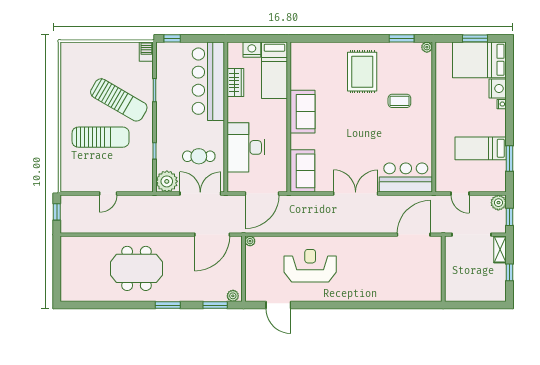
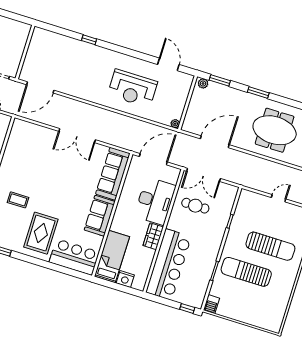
wardrobe: (235, 83) -> (153, 236), moved
sun lounger: (119, 100) -> (246, 272), turned -30
sun lounger: (101, 137) -> (270, 246), turned 180
sofa: (302, 171) -> (113, 174), width x1.36
bar counter: (406, 178) -> (74, 257), moved, turned 180
plant: (167, 181) -> (228, 193), removed
door: (212, 235) -> (215, 142), moved
window: (376, 305) -> (89, 40), added

